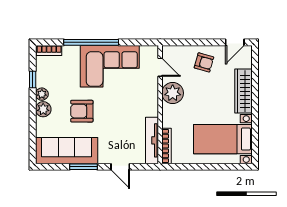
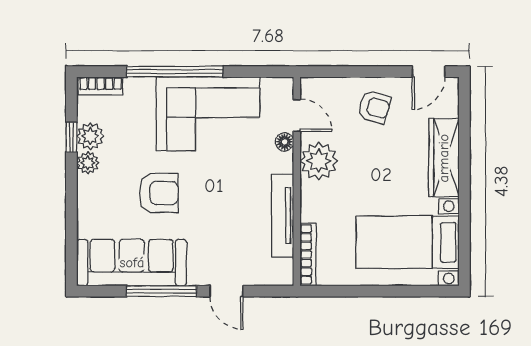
floor lamp: (153, 82) -> (285, 142), added
plant: (43, 109) -> (90, 136), moved
armchair: (82, 111) -> (159, 193), turned 180
tv unit: (152, 140) -> (282, 215), moved
window: (84, 167) -> (161, 291), width x1.44

